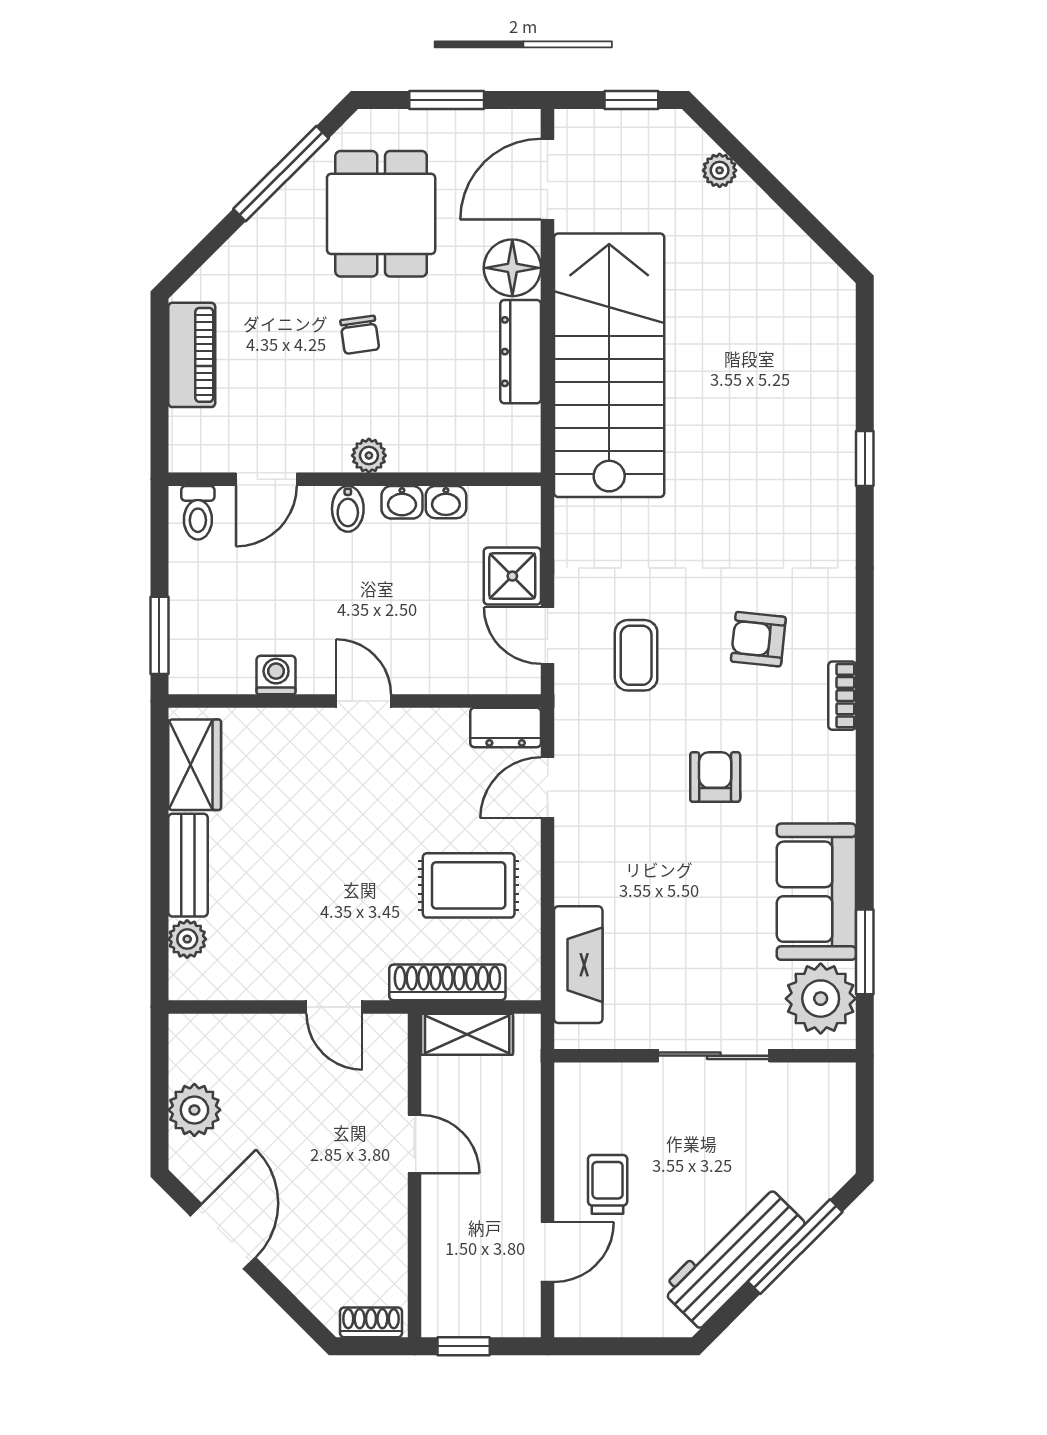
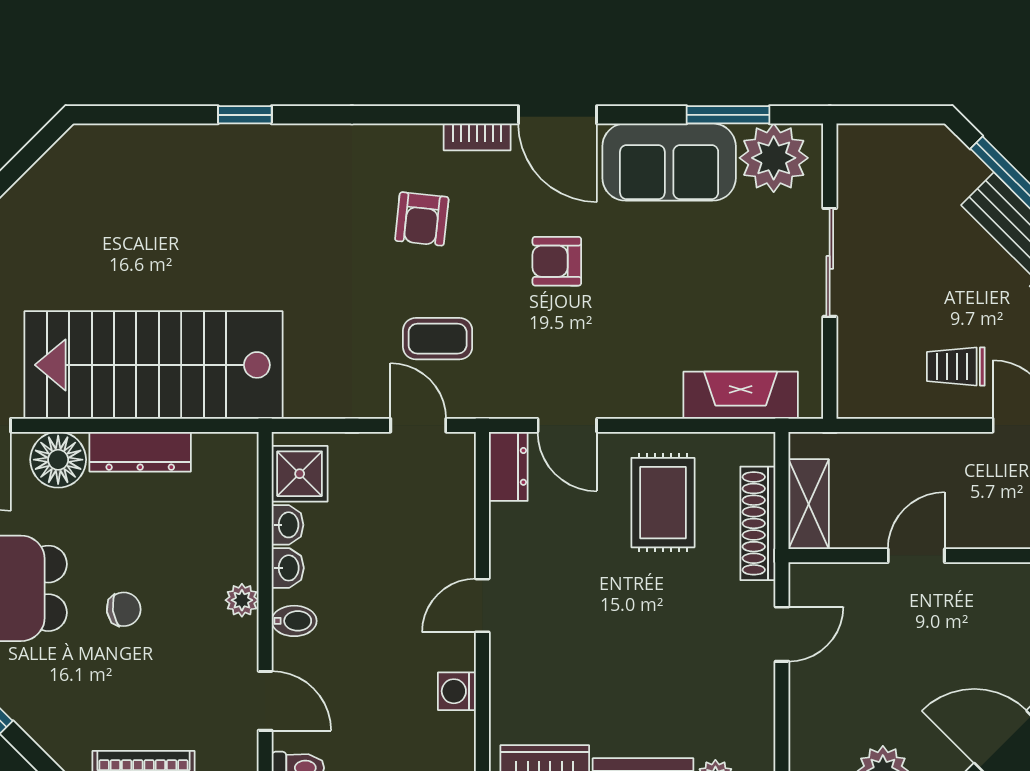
shower: (512, 576) -> (300, 474), moved
door: (548, 636) -> (418, 425), swing flipped
door: (865, 778) -> (558, 115), added

